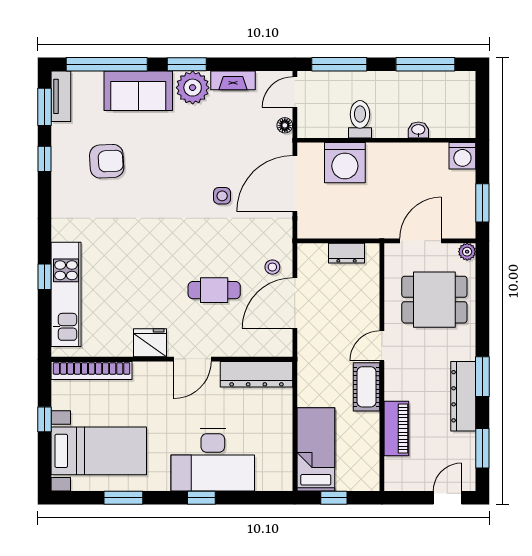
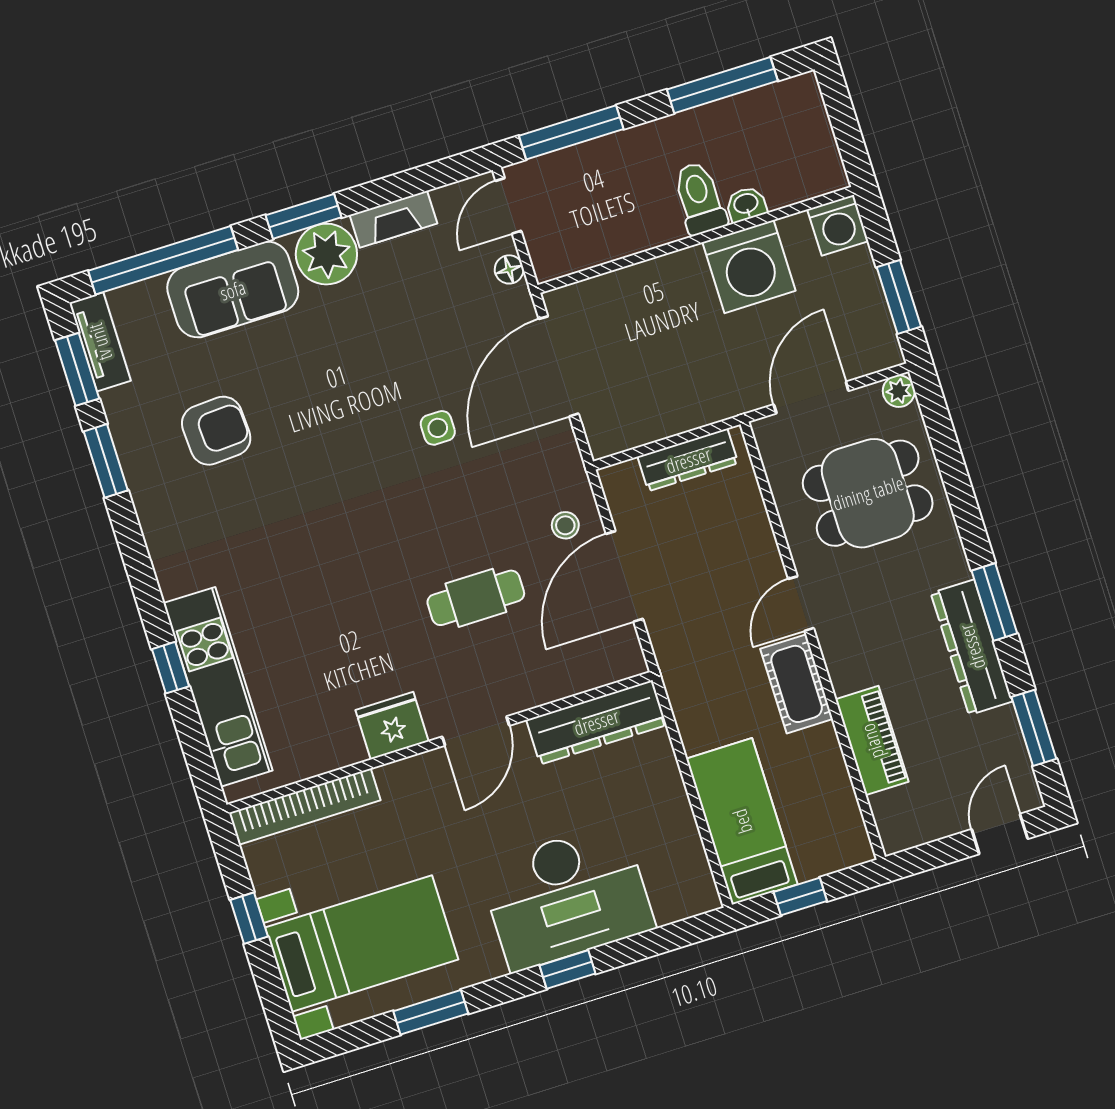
toilet: (360, 119) -> (699, 198), moved
window: (45, 159) -> (106, 461), width x1.50
washing machine: (345, 163) -> (749, 267), moved
dresser: (347, 253) -> (688, 460), width x1.44

